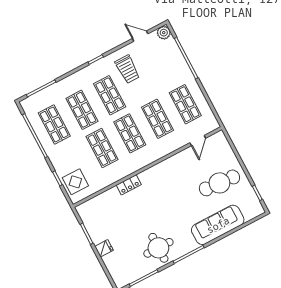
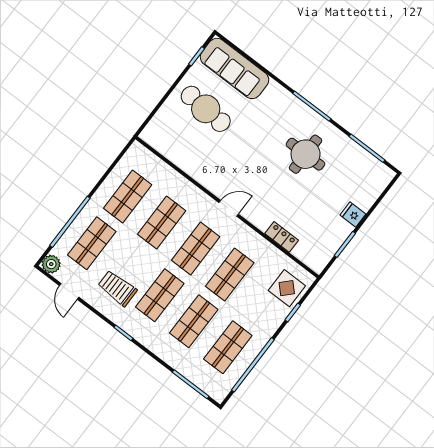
shop shelf: (165, 66) -> (92, 243), added
trolley: (127, 69) -> (117, 288), turned -90
door: (198, 140) -> (229, 208), moved
locker: (129, 185) -> (282, 237), moved
sofa: (218, 225) -> (235, 68), moved
round table: (158, 248) -> (306, 154), moved

